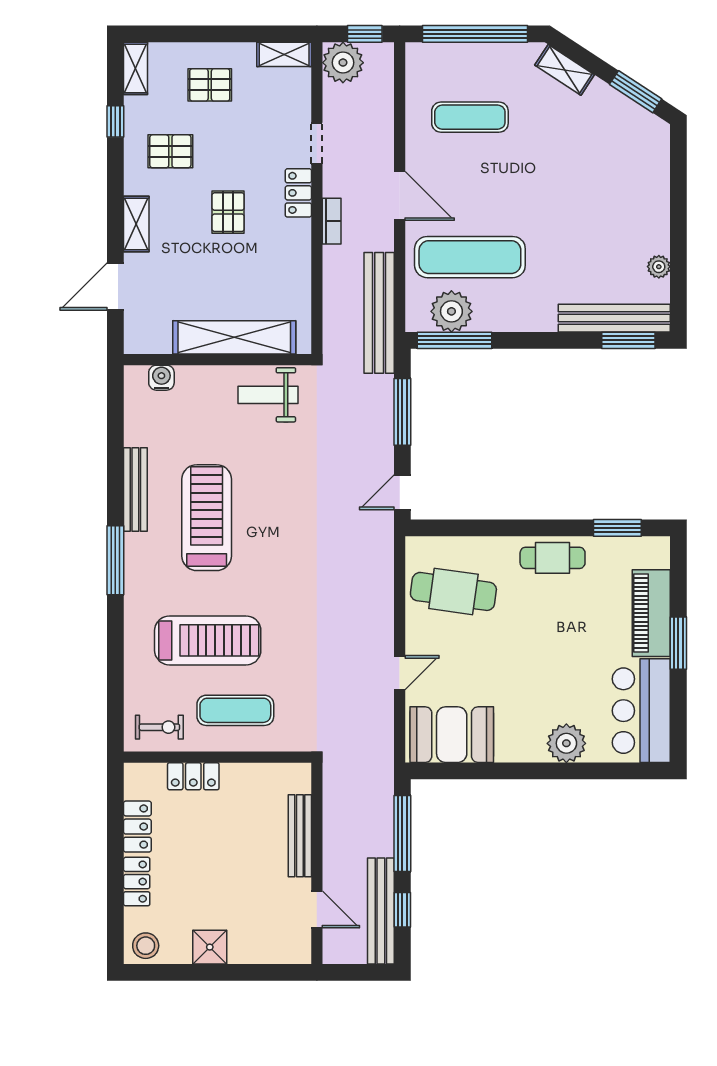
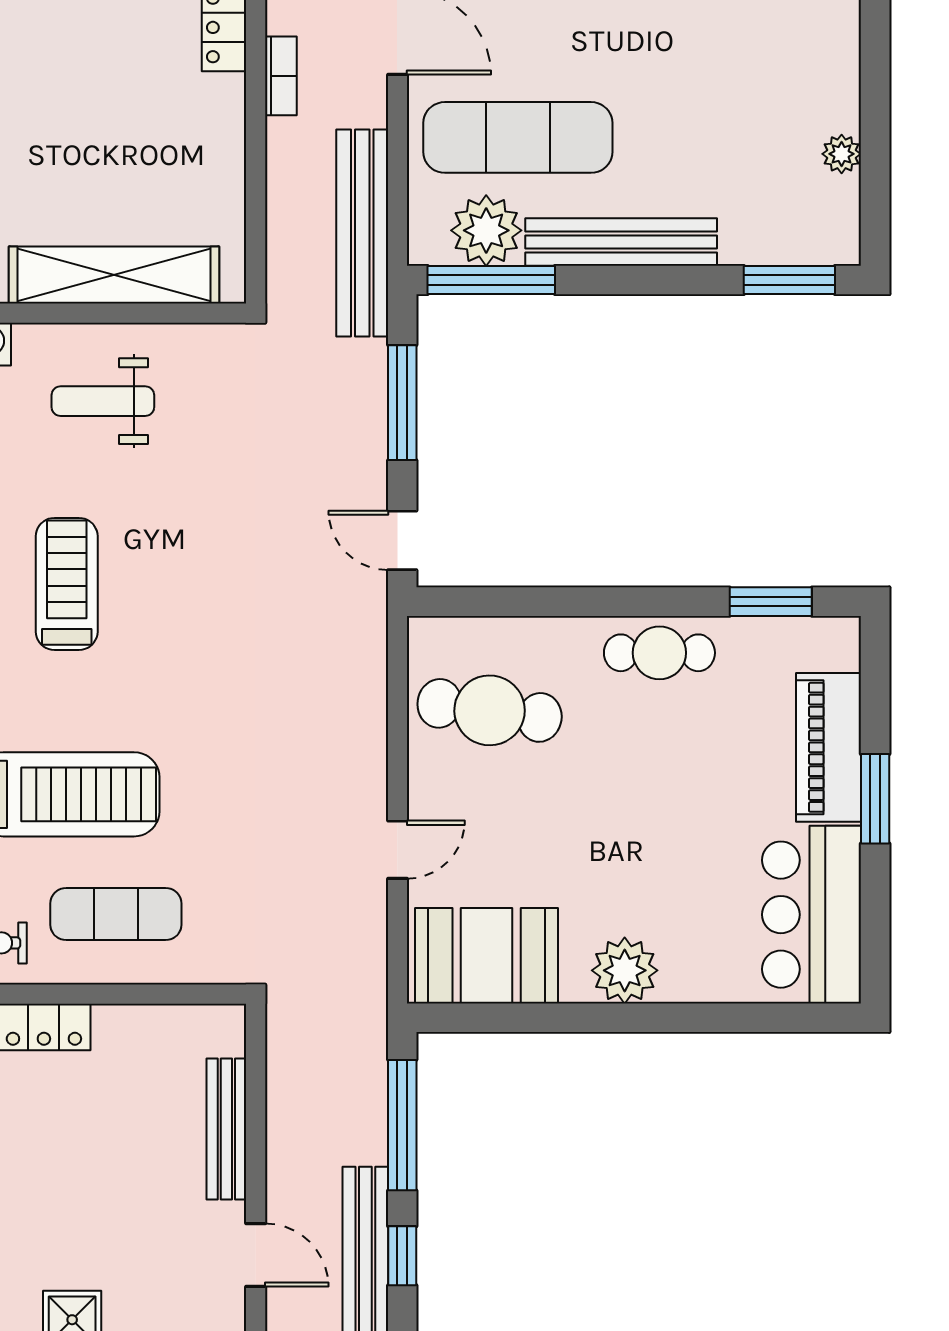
pallet: (228, 212) -> (103, 60), removed
bench: (614, 318) -> (621, 242), moved
weight bench: (268, 395) -> (103, 401), moved
door: (402, 492) -> (402, 540), hinge flipped
treadmill: (207, 518) -> (67, 584), width x0.73, depth x0.73
plant: (566, 743) -> (625, 970), moved

